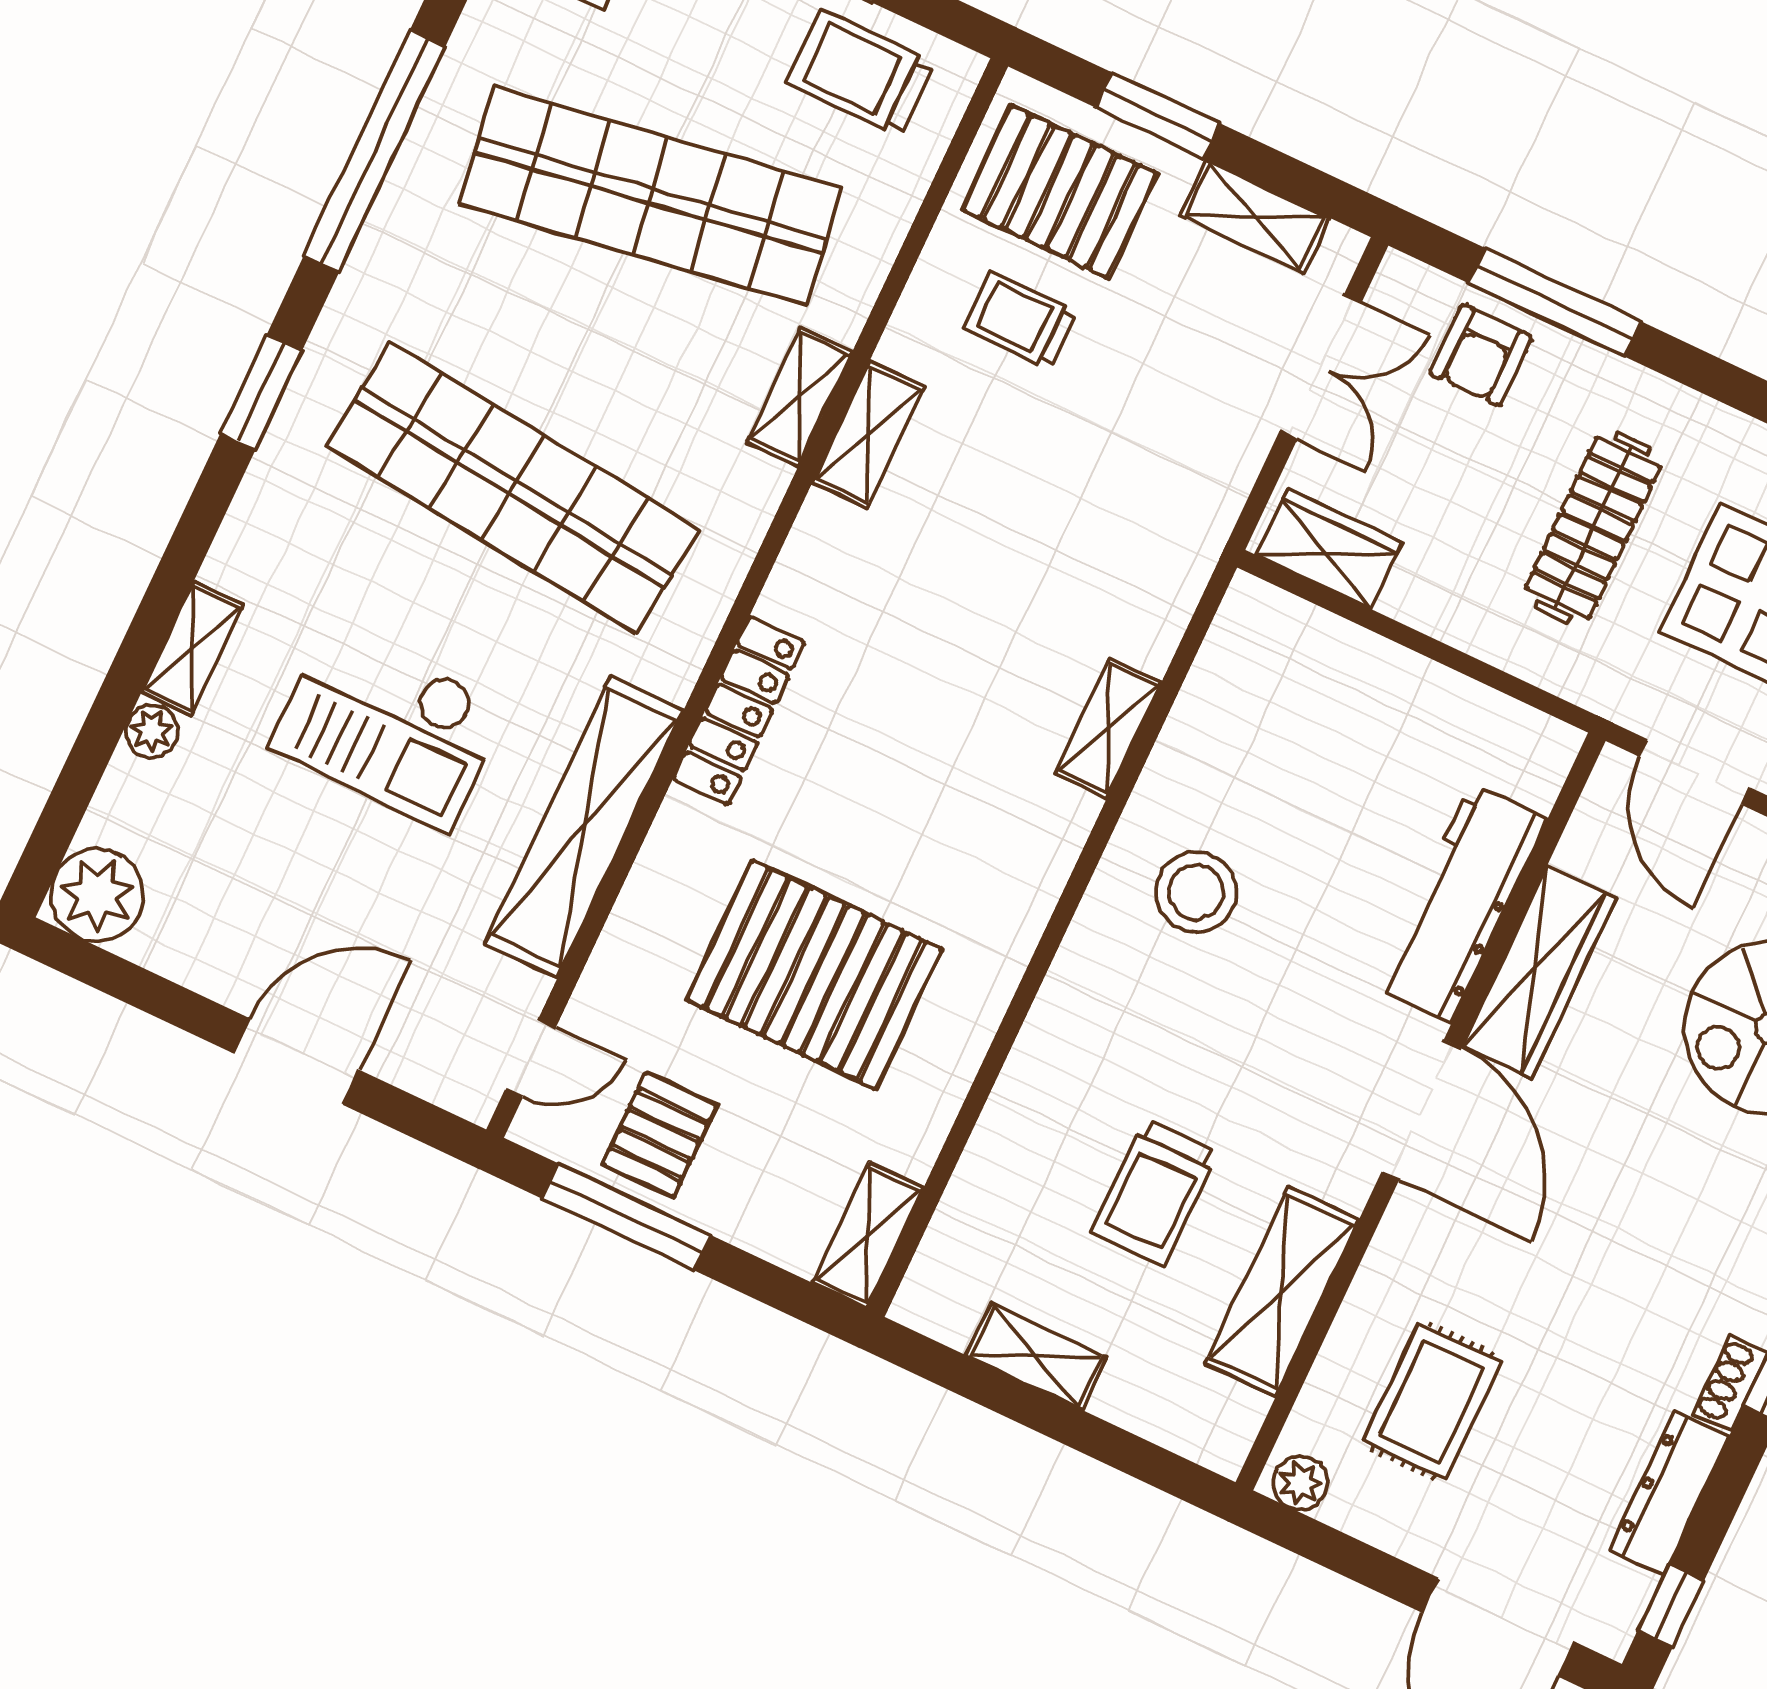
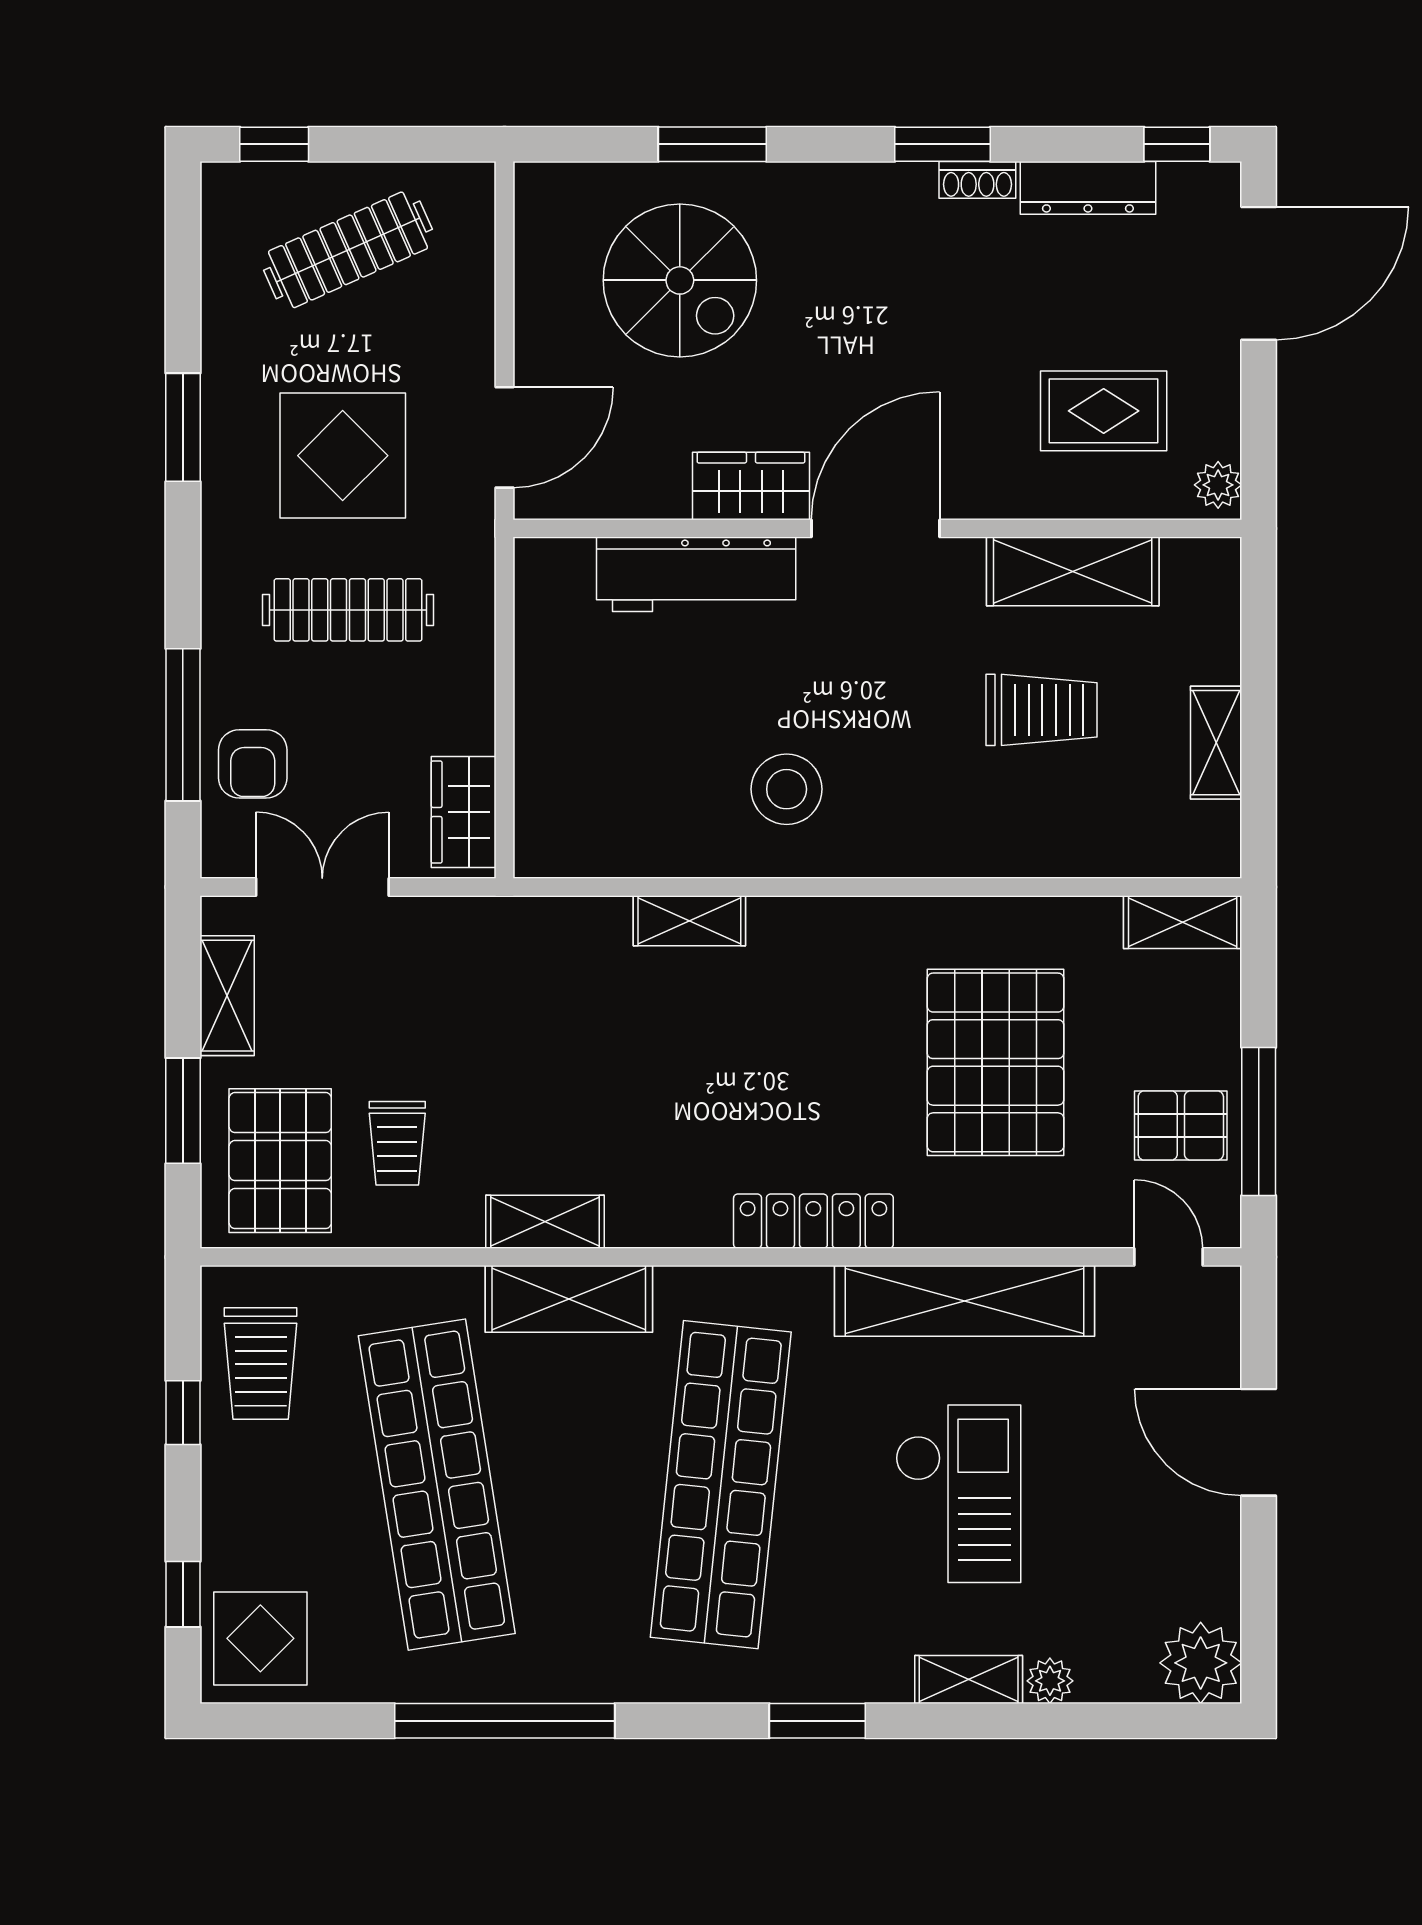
armchair: (1481, 355) -> (253, 764), turned 90
window: (261, 392) -> (817, 1721), moved
shelving: (800, 397) -> (569, 1299), width x1.50, depth x1.33
wardrobe: (1540, 972) -> (751, 486), width x0.67

